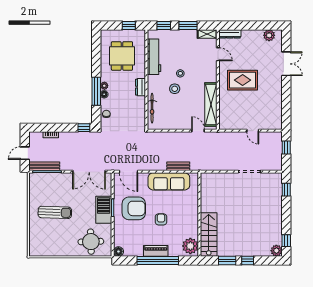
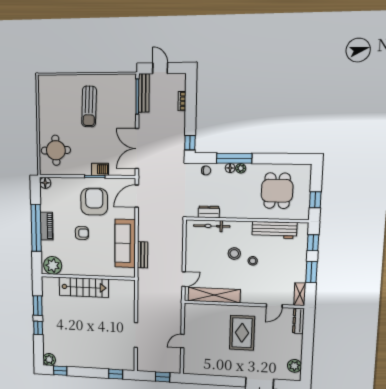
dining table: (122, 56) -> (277, 191), turned 90
dresser: (140, 87) -> (209, 212), moved
armchair: (134, 208) -> (94, 202), turned 180
barbecue: (104, 210) -> (100, 169), width x0.53, depth x0.65
stairs: (209, 234) -> (84, 287), moved

